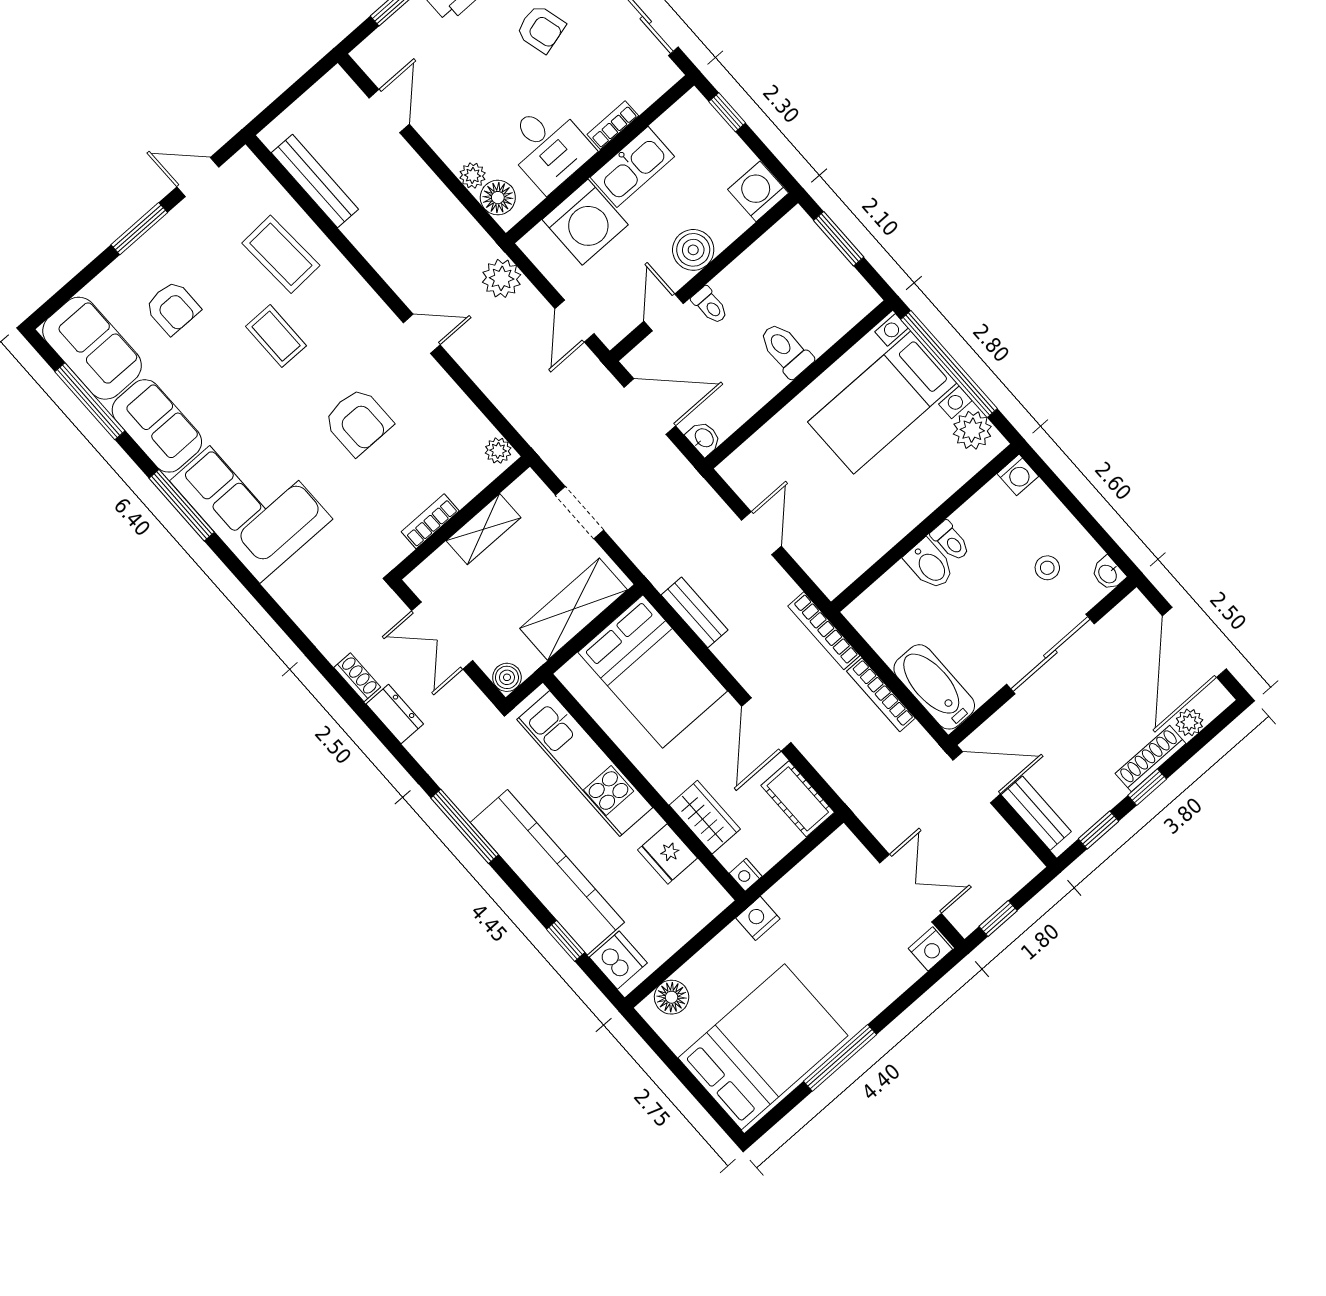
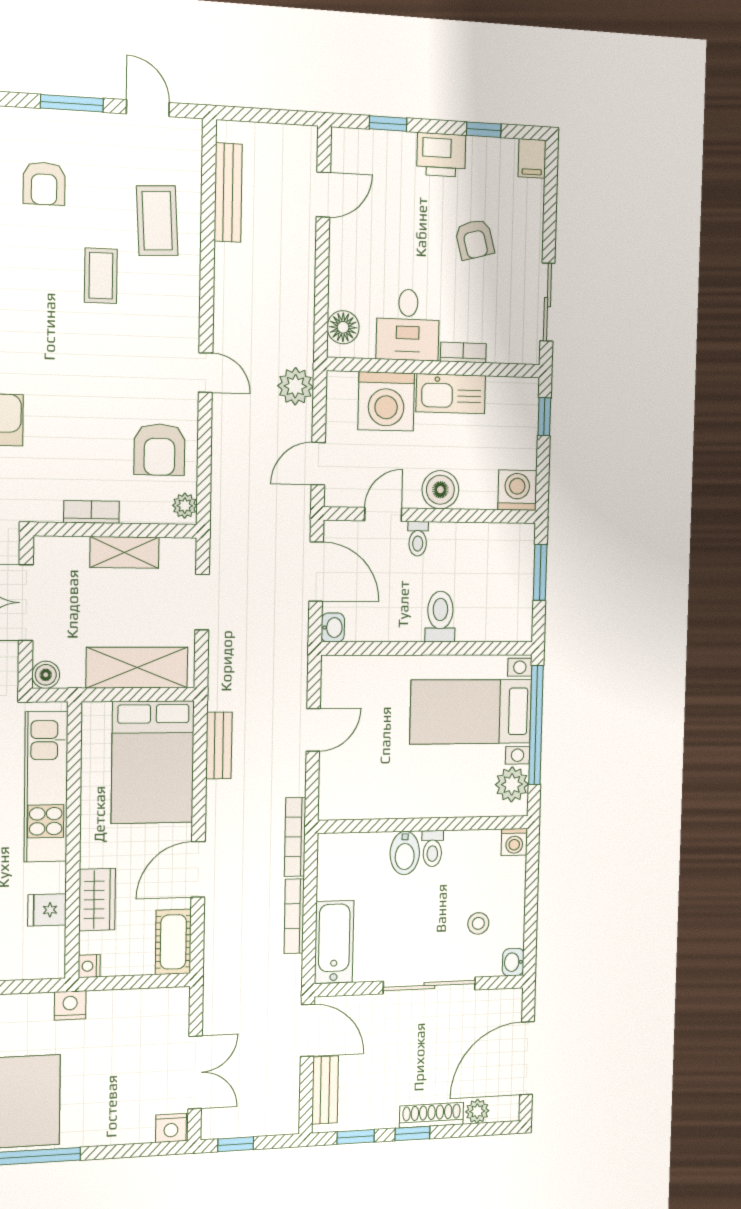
plant: (473, 175) -> (340, 295), removed
armchair: (358, 421) -> (159, 450), moved
fridge: (667, 854) -> (47, 910), width x0.72

